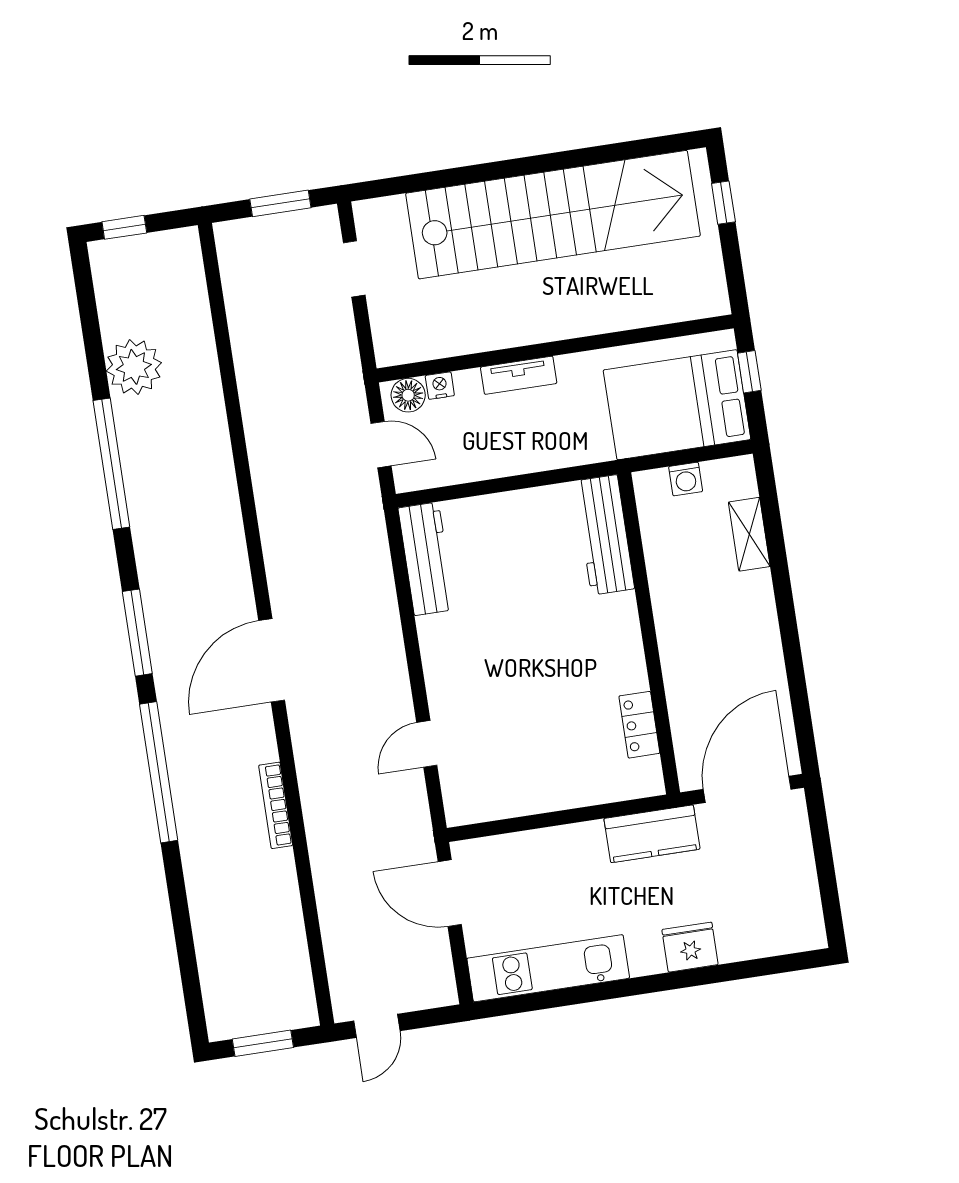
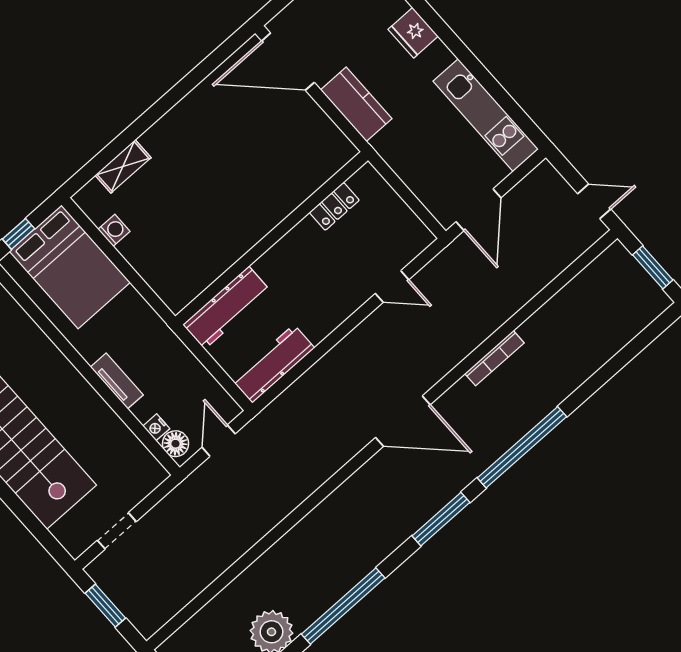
workbench: (604, 535) -> (227, 308), moved
wall: (649, 633) -> (272, 238), moved
locker: (639, 725) -> (334, 206), moved

